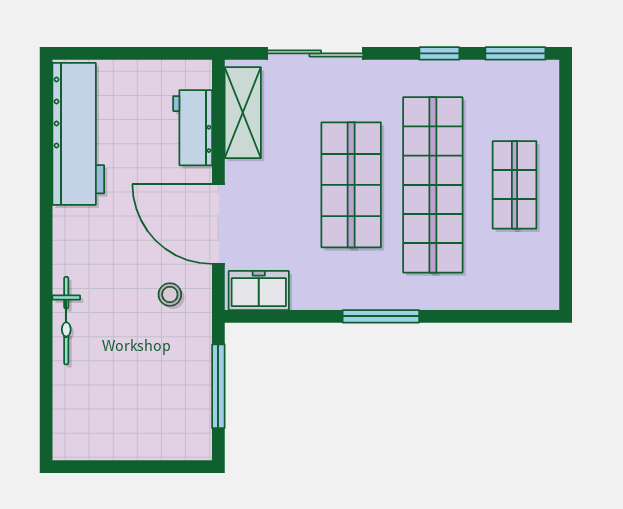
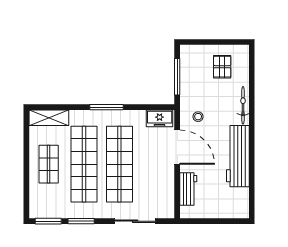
window: (439, 53) -> (81, 221), width x1.50
shelving: (243, 113) -> (49, 118), moved, turned 90
workbench: (78, 134) -> (238, 156), moved
shop shelf: (351, 185) -> (119, 164), width x1.40
pallet: (114, 410) -> (222, 67), added

